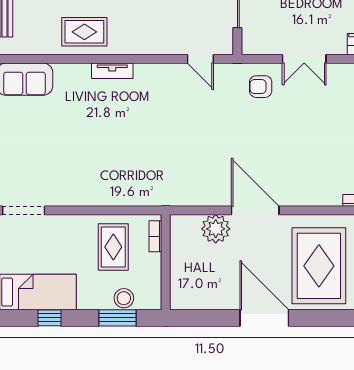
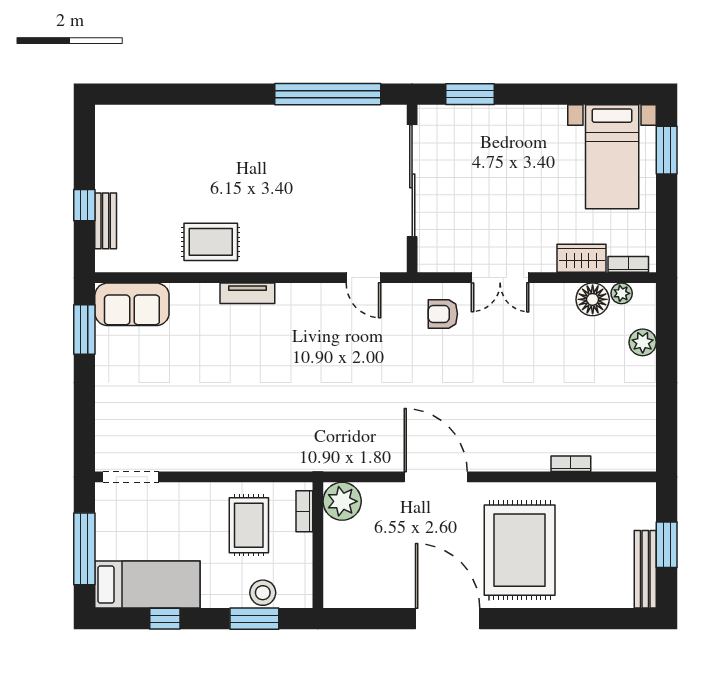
plant: (216, 229) -> (342, 501), moved

